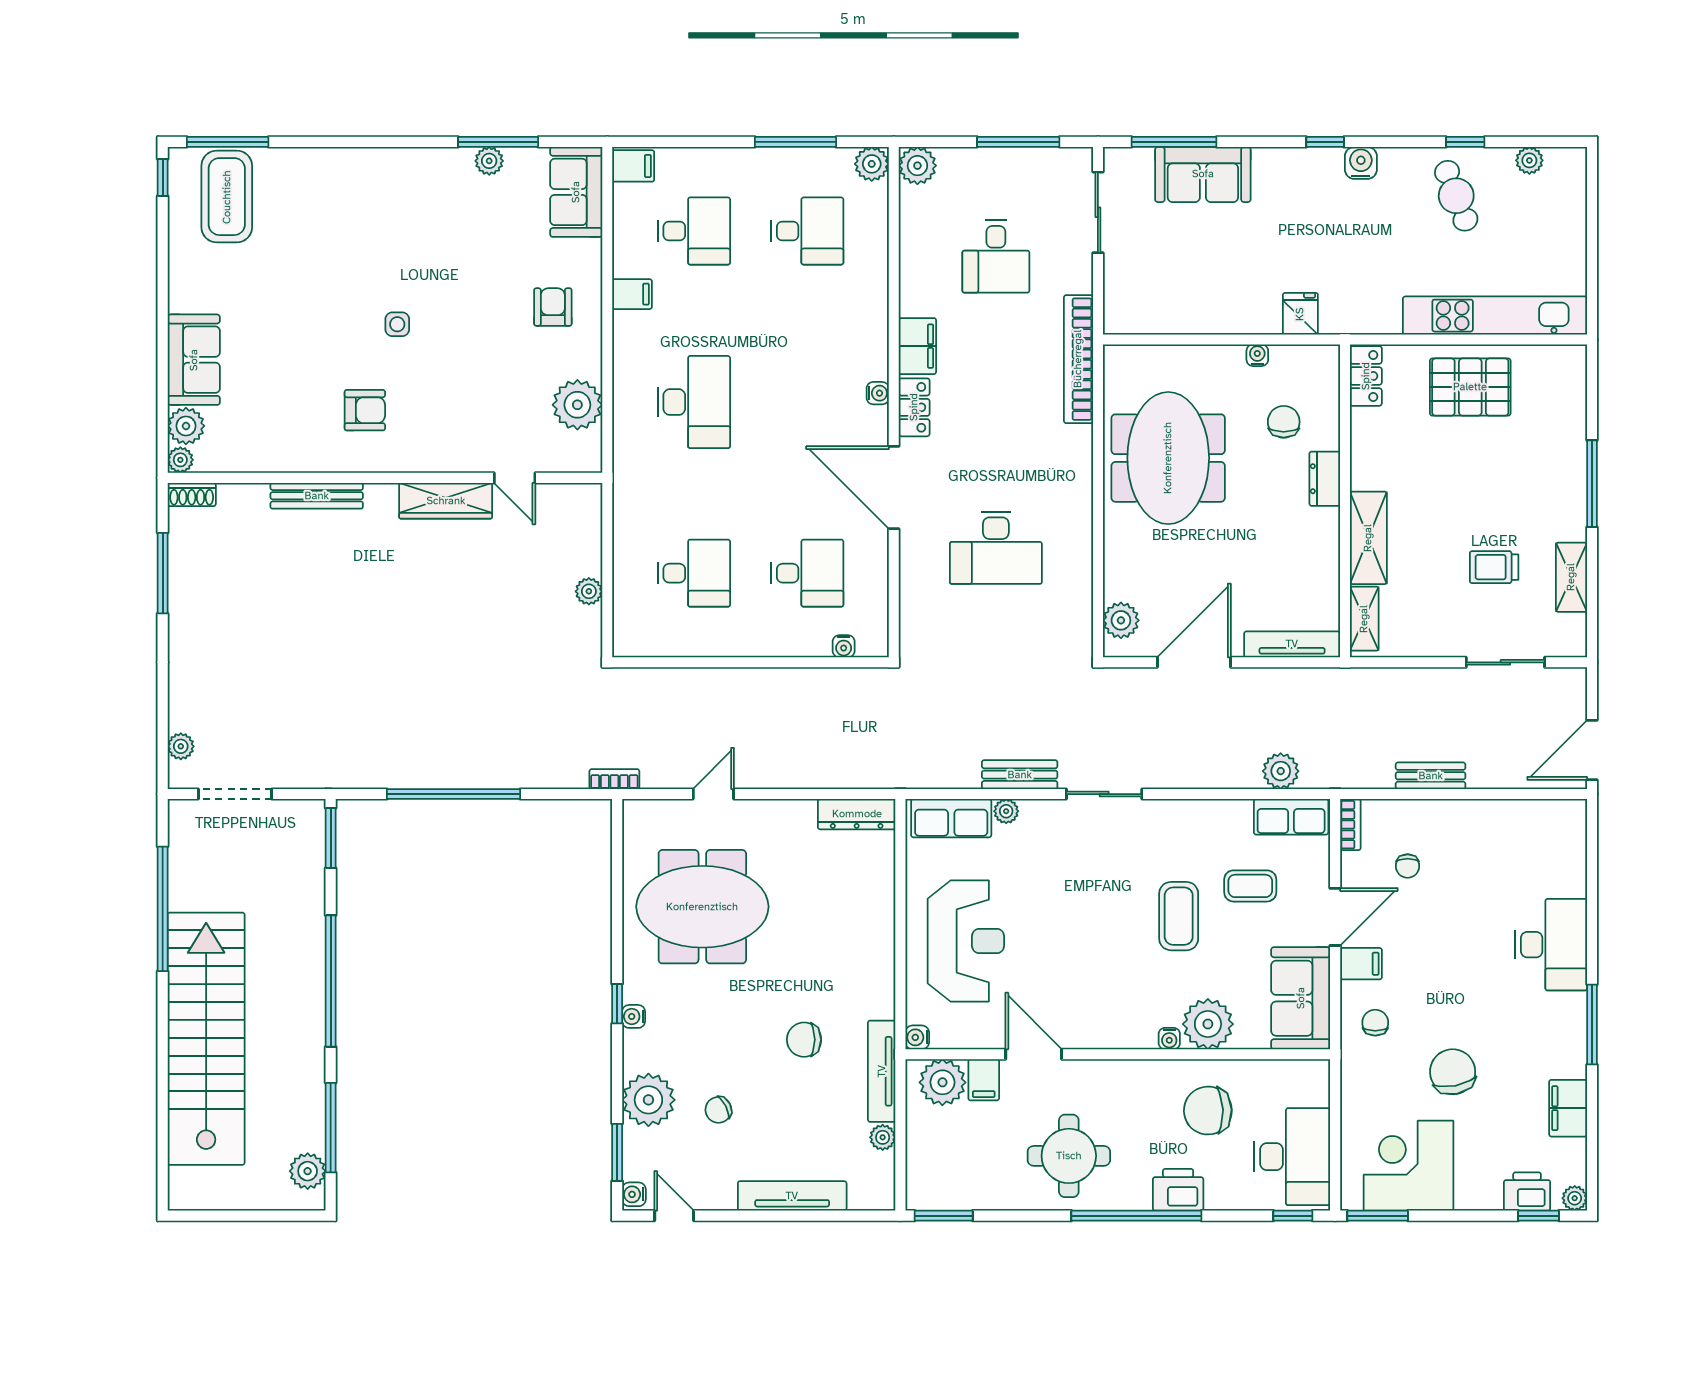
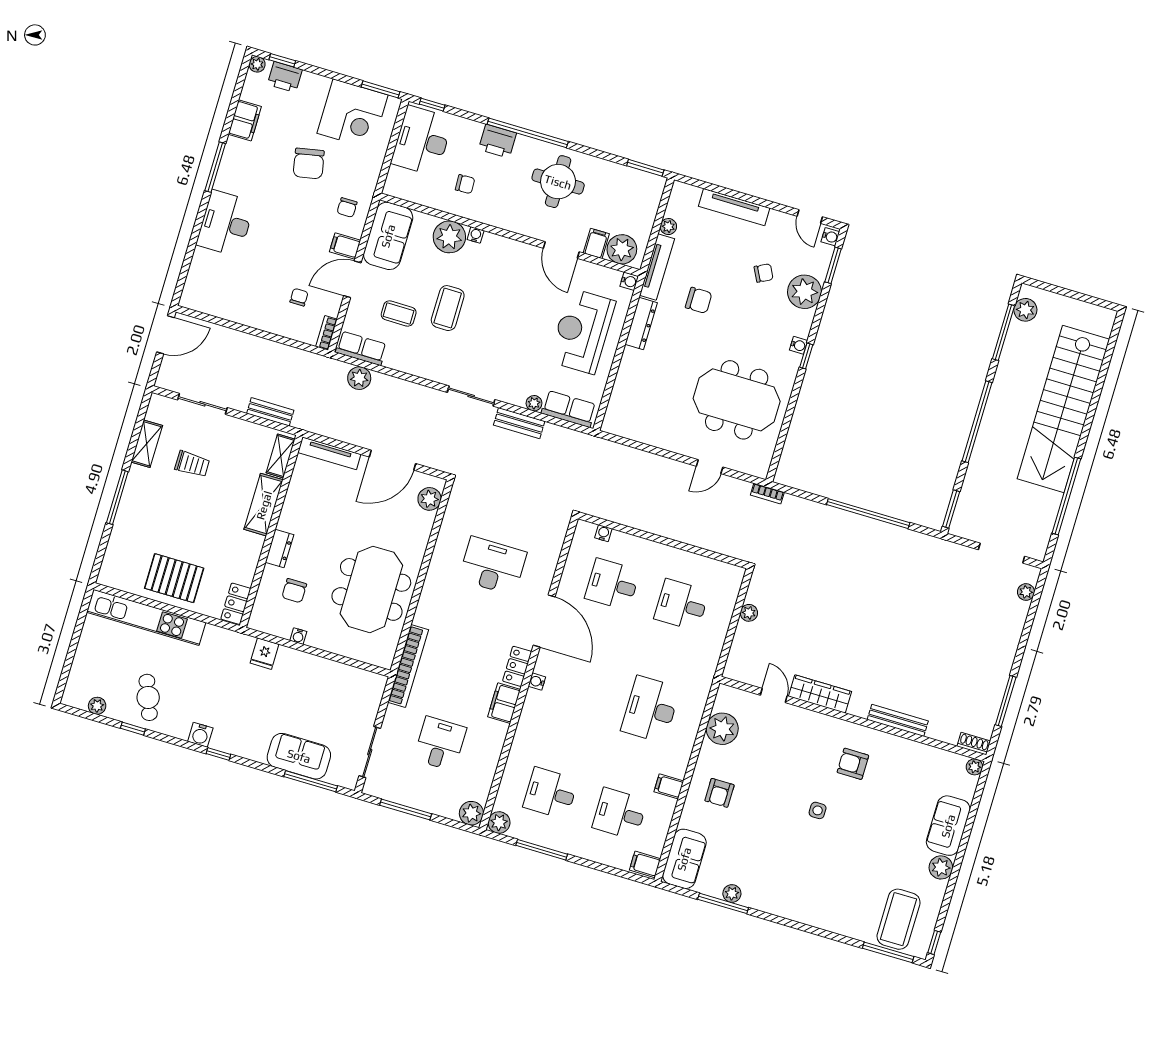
plant: (186, 426) -> (941, 867), moved
bench: (1431, 776) -> (270, 412), moved
dresser: (857, 814) -> (641, 324), moved, turned 90
chair: (1208, 1111) -> (465, 184), width x0.54, depth x0.54

